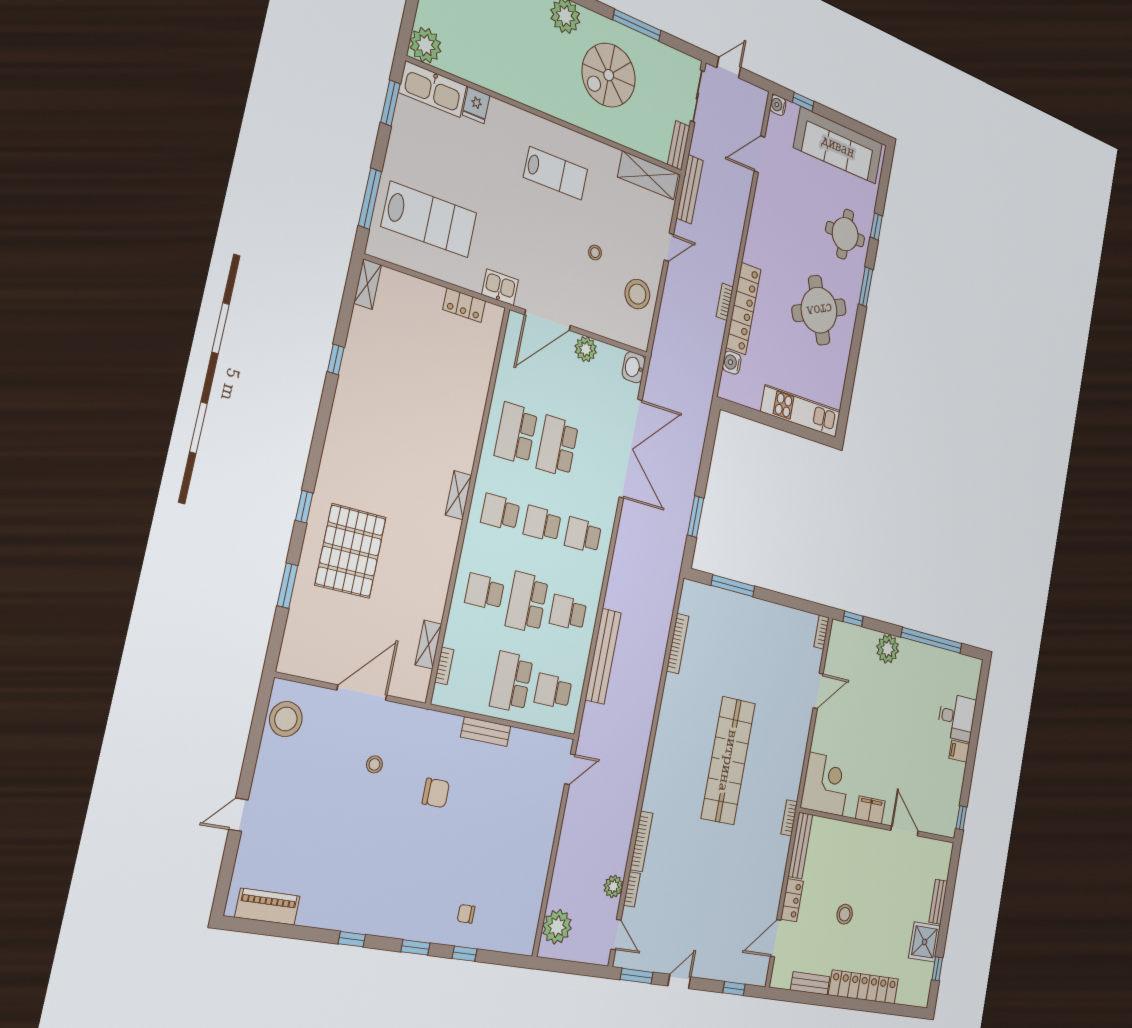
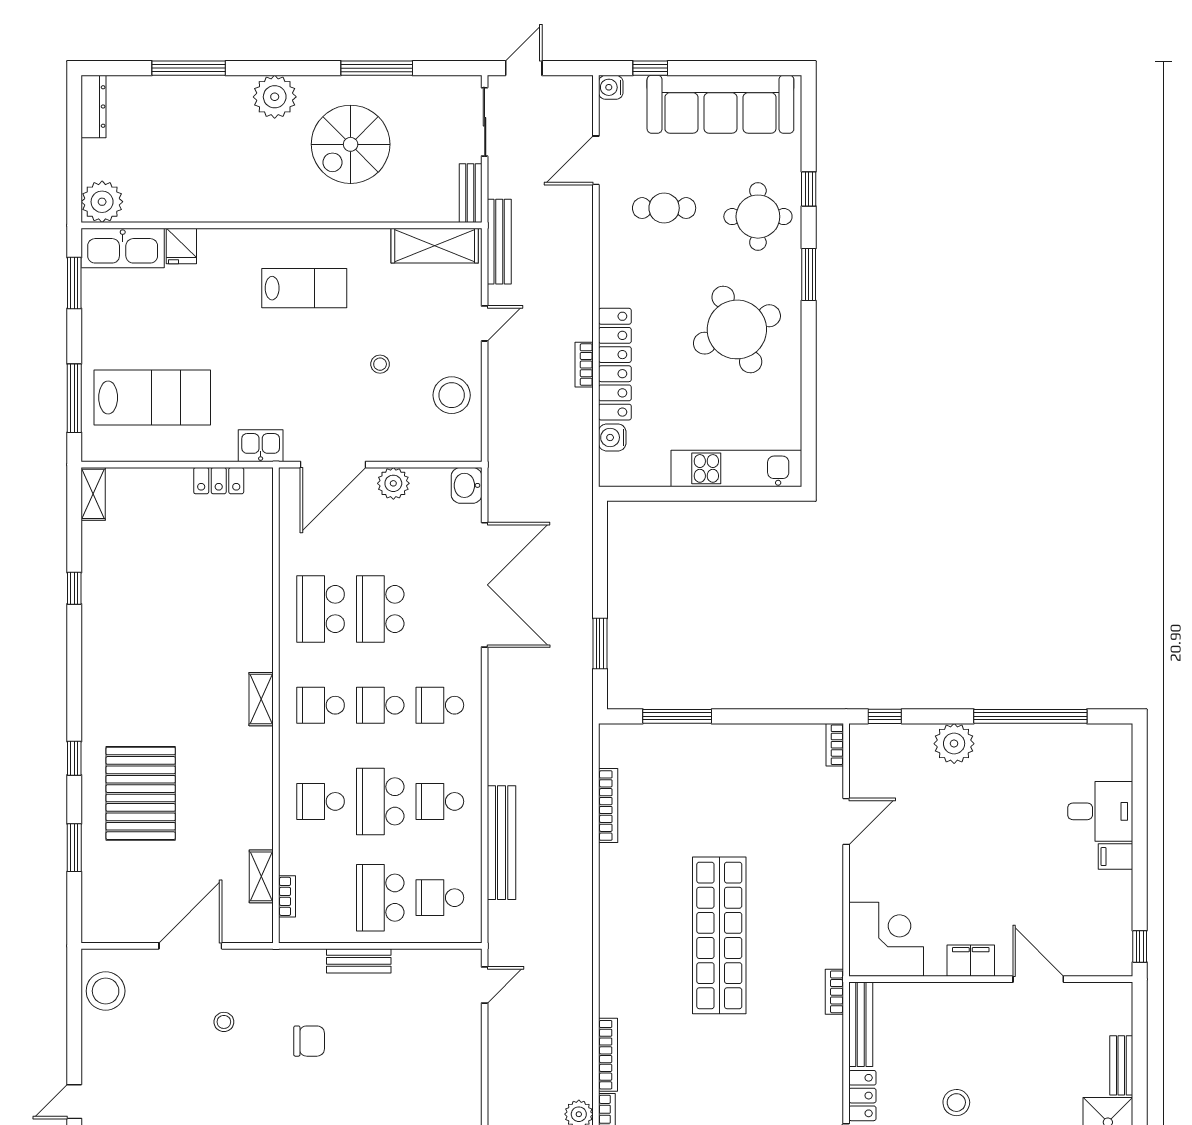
cafe table: (793, 206) -> (664, 208), added

